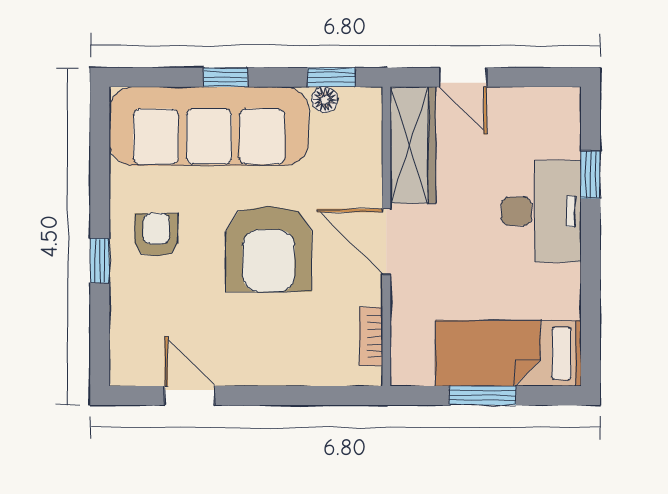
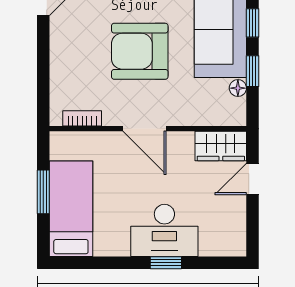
window: (331, 77) -> (253, 71), moved
wardrobe: (413, 145) -> (221, 146), width x0.67
window: (591, 175) -> (166, 263), moved
door: (386, 242) -> (144, 129), swing flipped

